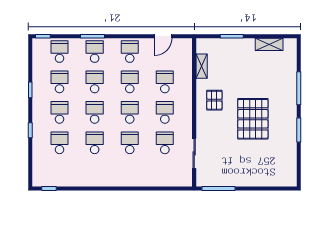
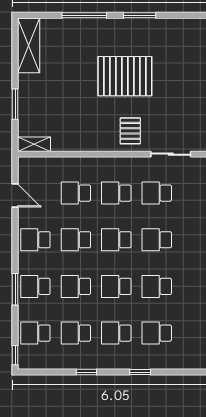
shelving: (269, 44) -> (29, 46), width x1.50, depth x1.33
shelving: (202, 66) -> (34, 144), moved
pallet: (214, 100) -> (130, 131), moved, turned 90

